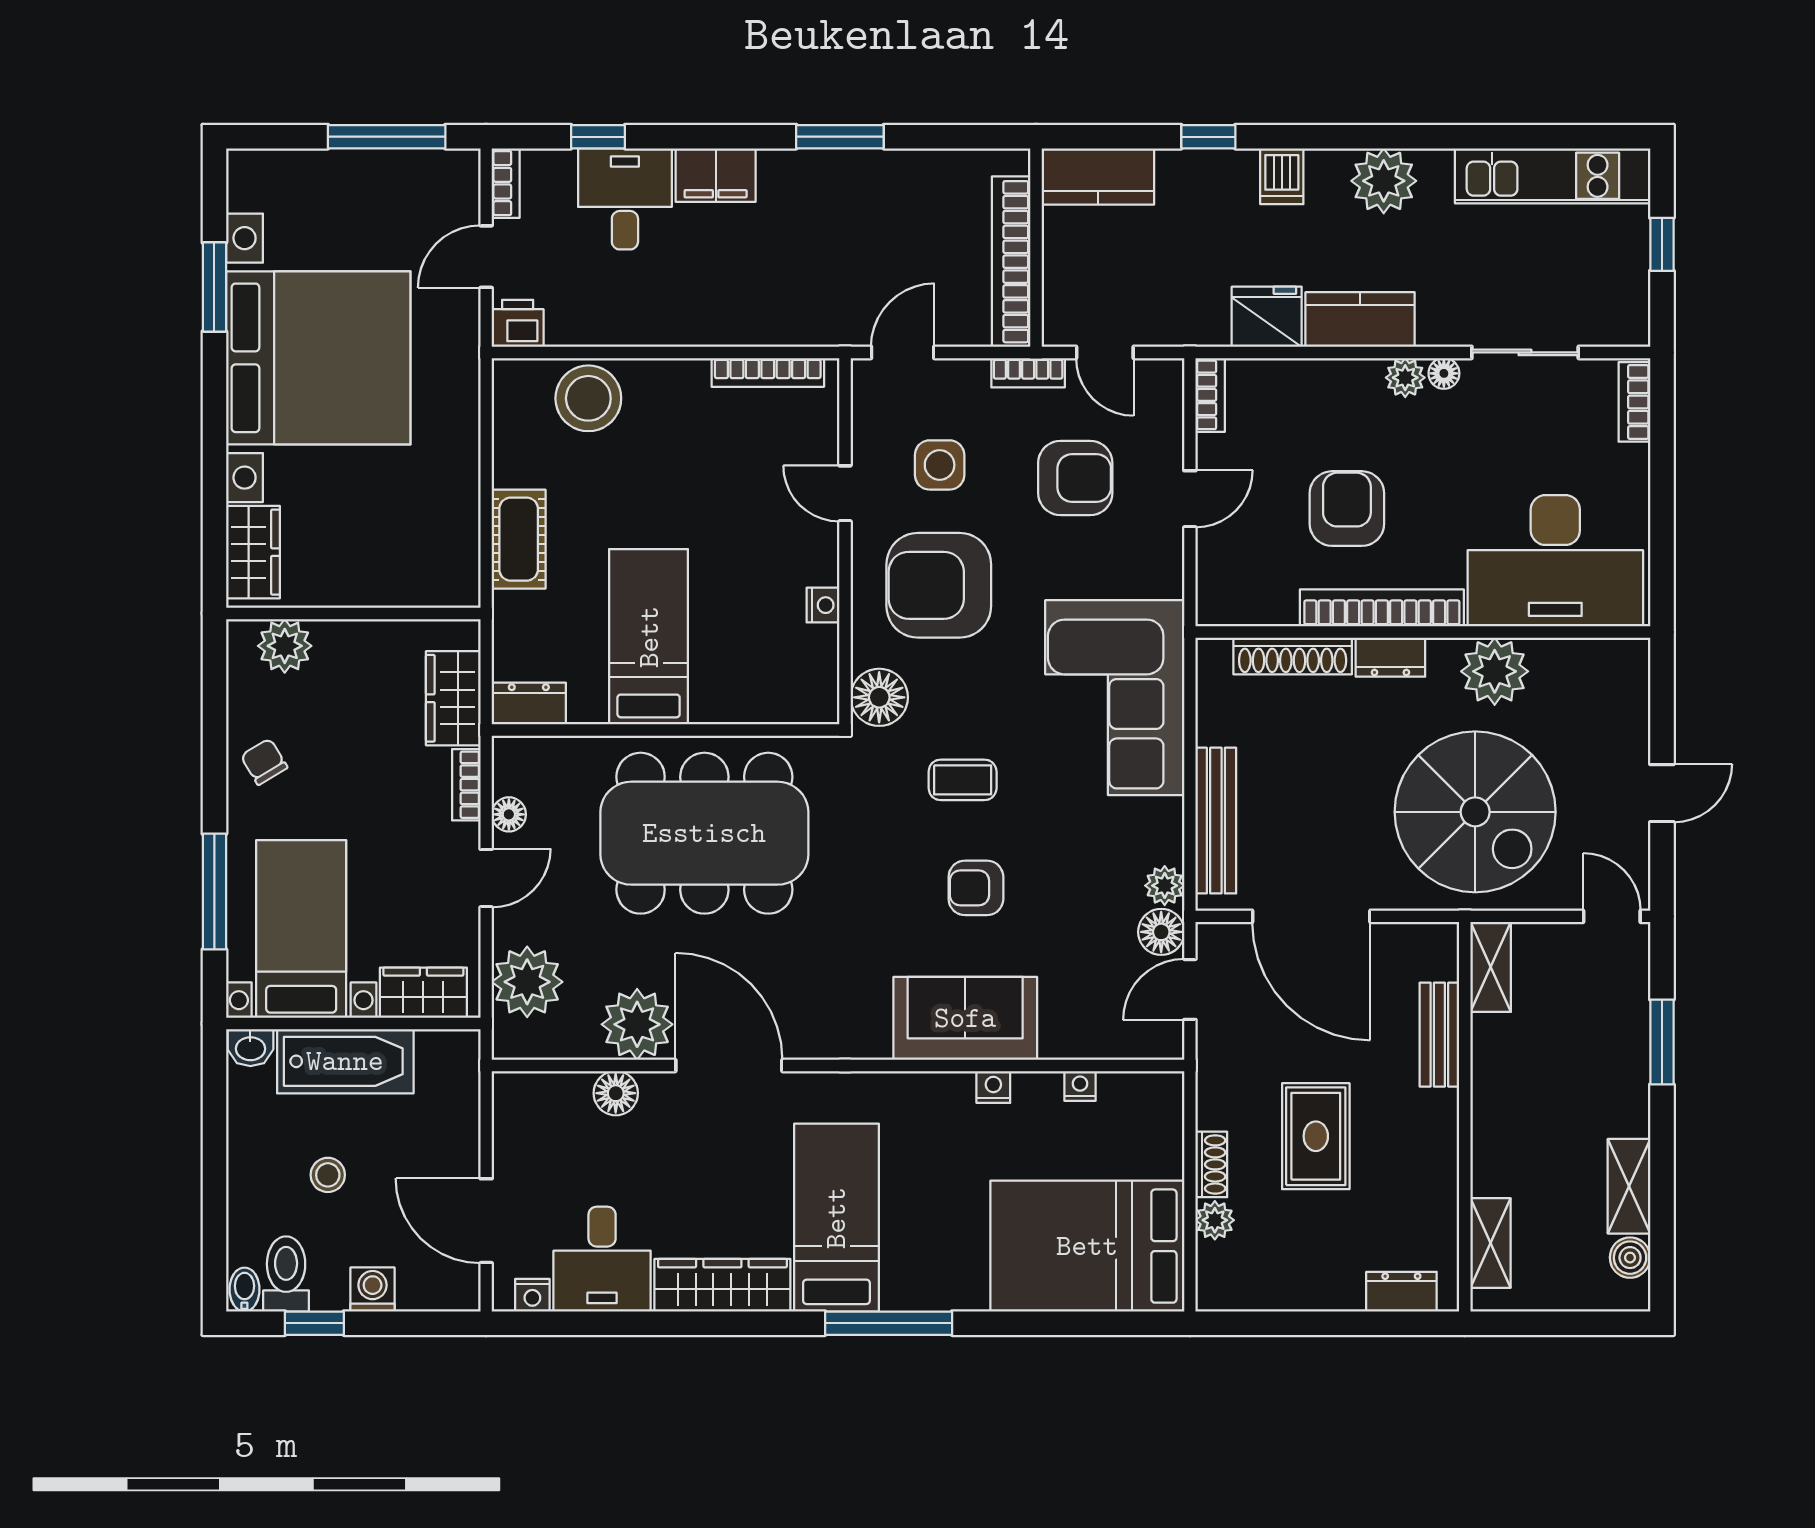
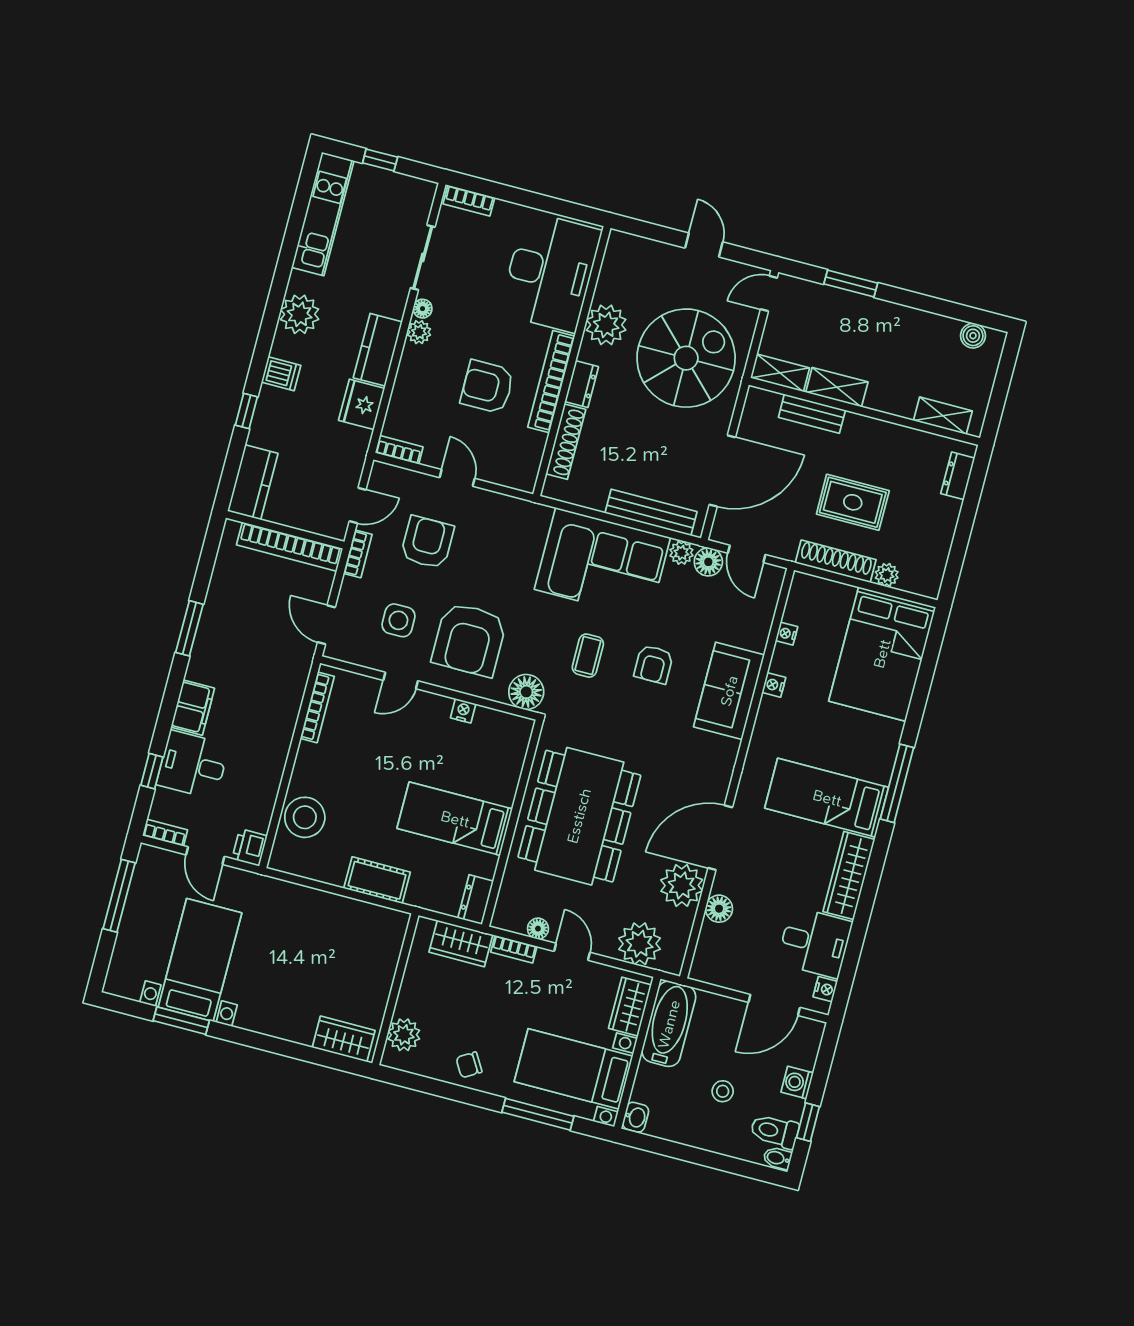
bed with nightstands: (318, 358) -> (200, 960), width x0.54
corner sofa: (1115, 698) -> (602, 563), moved
bathtub: (345, 1061) -> (669, 1024), moved
shoe rack: (1211, 1164) -> (836, 561), width x1.94, depth x1.24
shelving: (1629, 1186) -> (837, 387), moved

